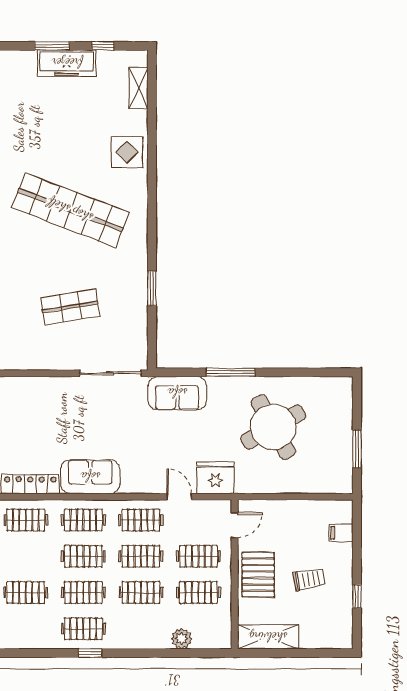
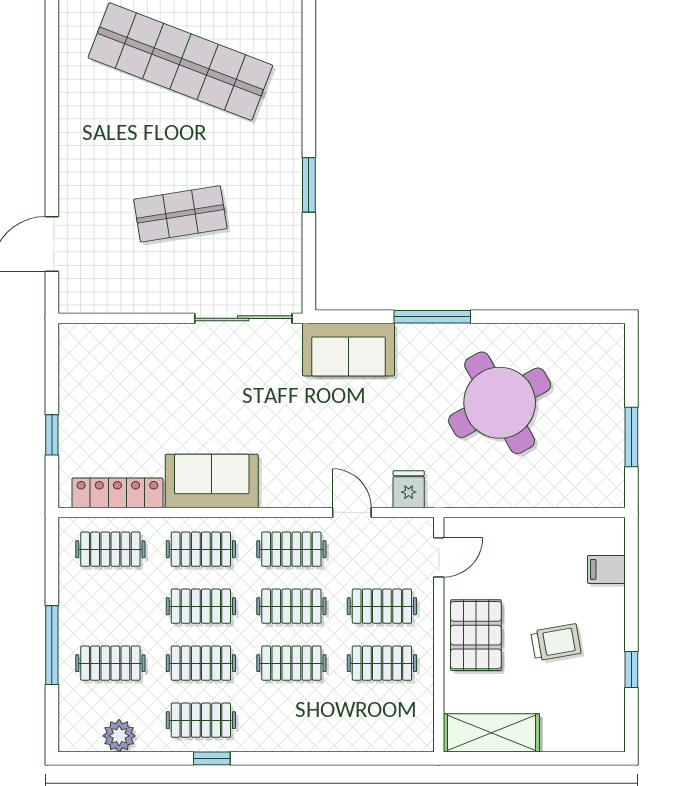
fridge: (215, 478) -> (409, 489), width x0.53, depth x0.75
plant: (182, 639) -> (119, 736), moved

